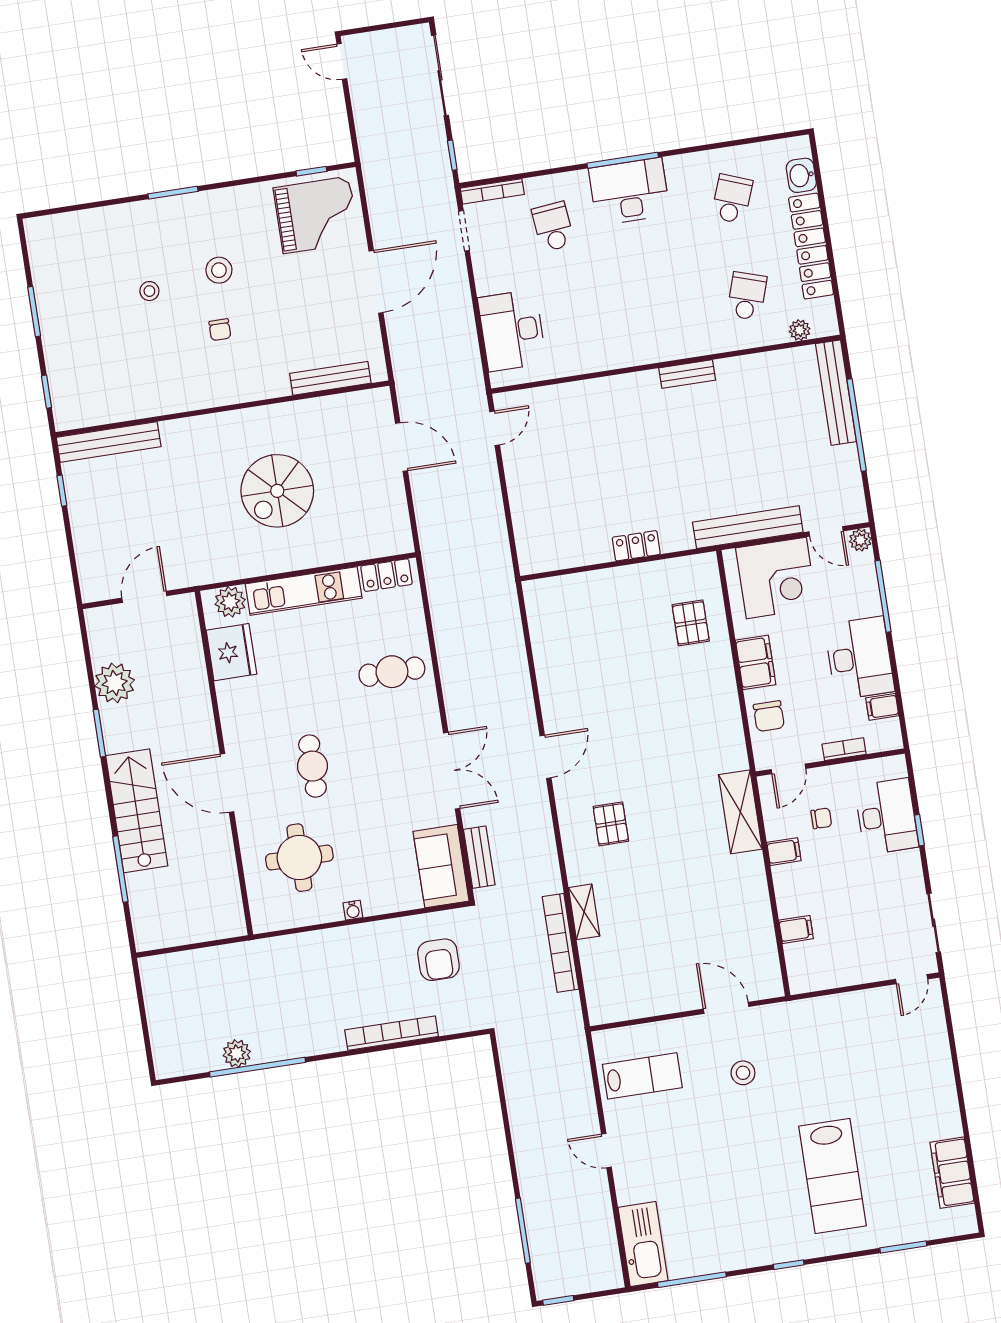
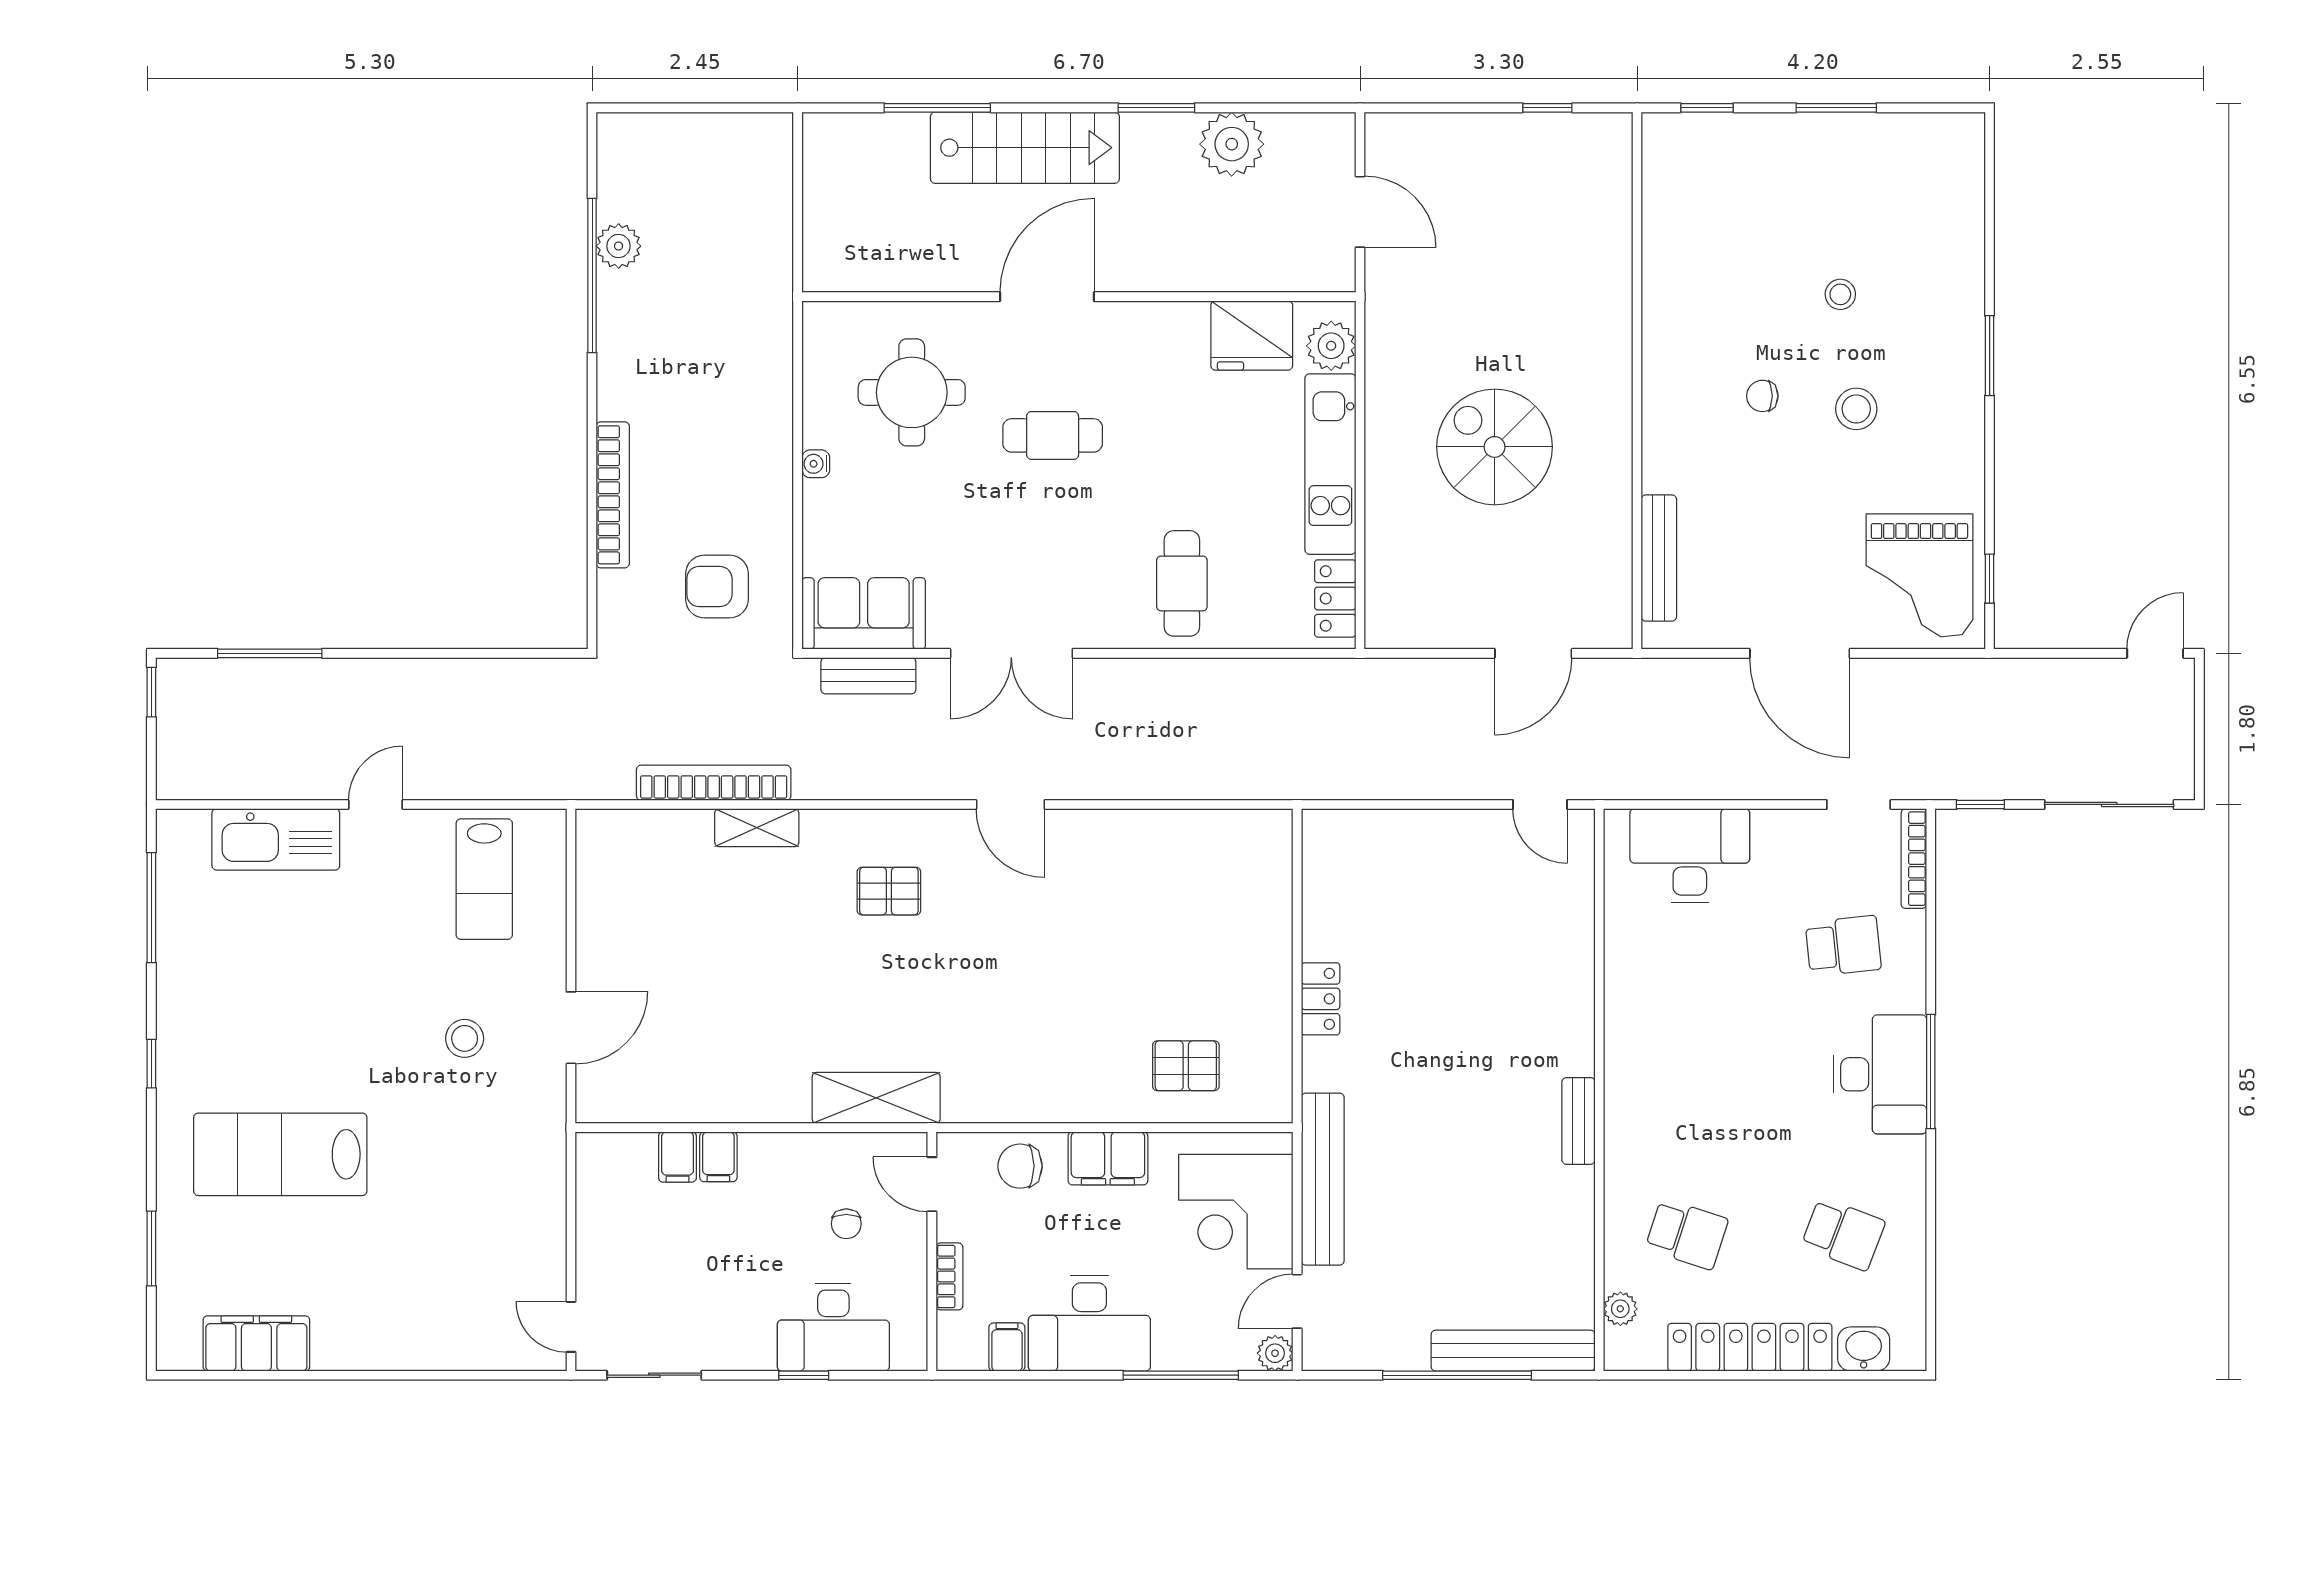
bench: (109, 442) -> (1613, 193), removed
filing cabinet: (784, 852) -> (718, 1157), moved
kitchen sink: (643, 1244) -> (276, 839), moved

